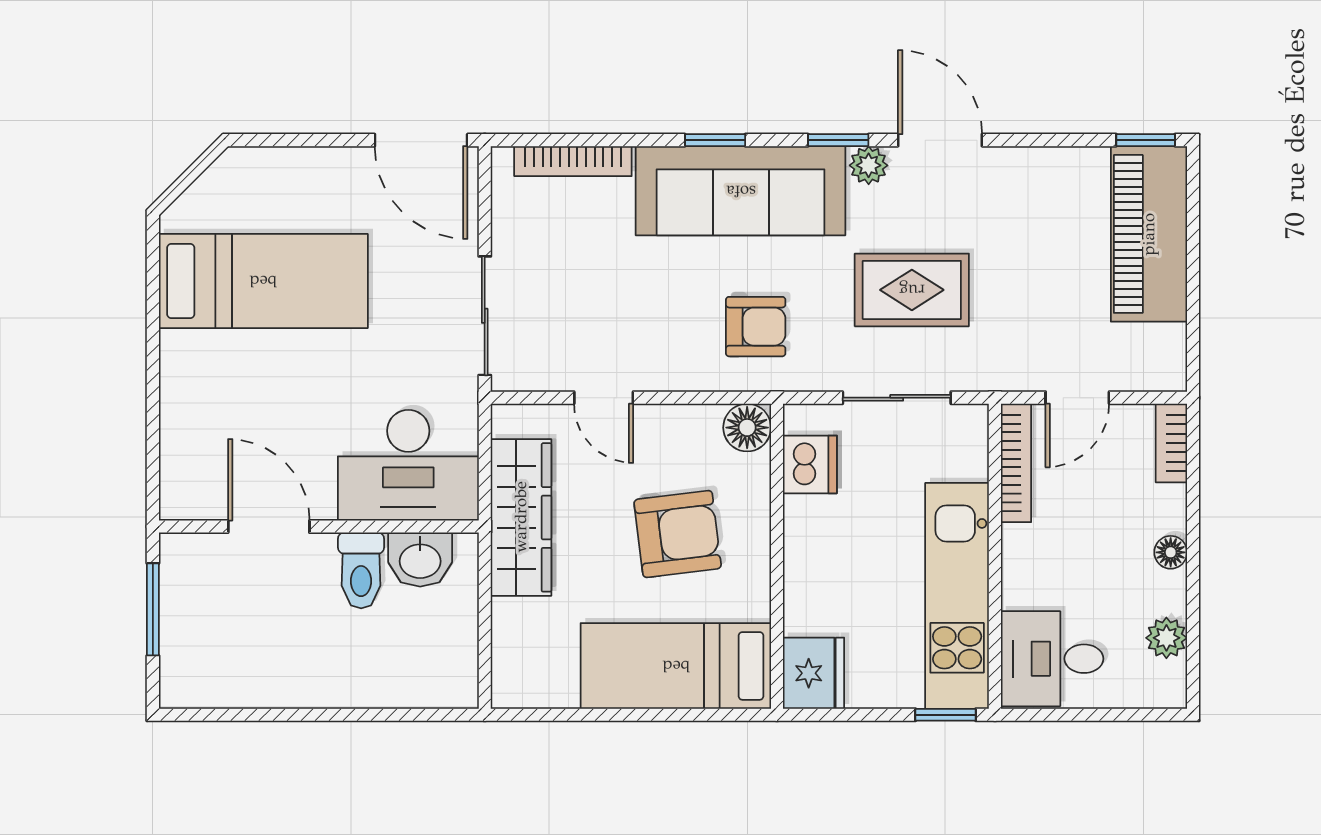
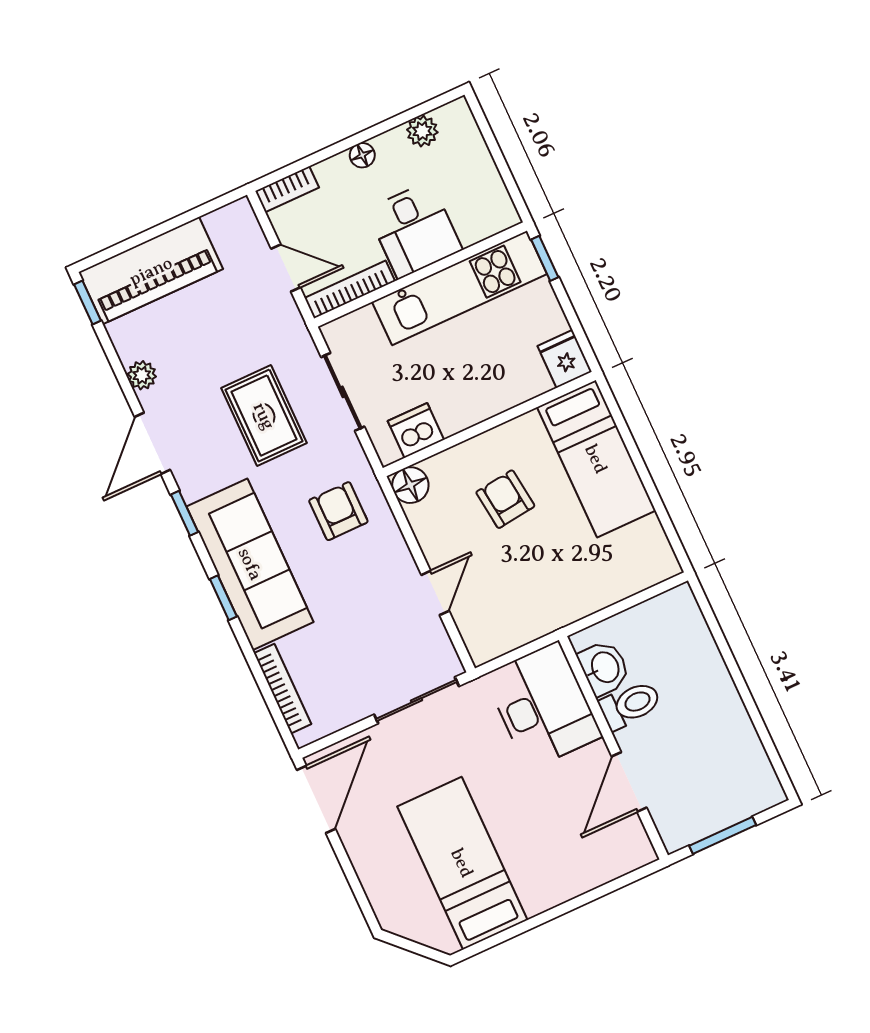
plant: (869, 165) -> (142, 375), moved
wardrobe: (521, 517) -> (543, 612), removed
armchair: (678, 534) -> (505, 499), width x0.72, depth x0.72
desk: (1052, 659) -> (414, 230), moved
fridge: (814, 673) -> (565, 359), width x0.72

